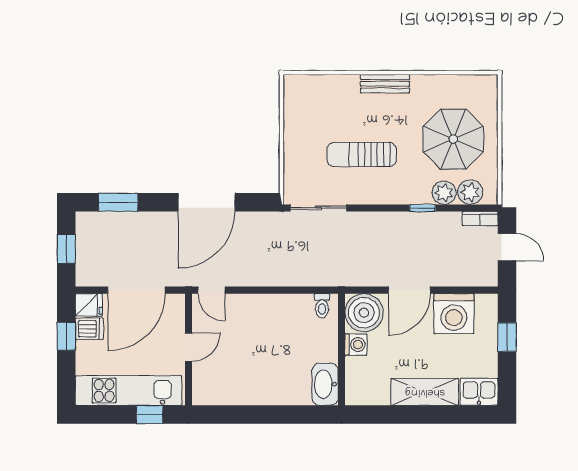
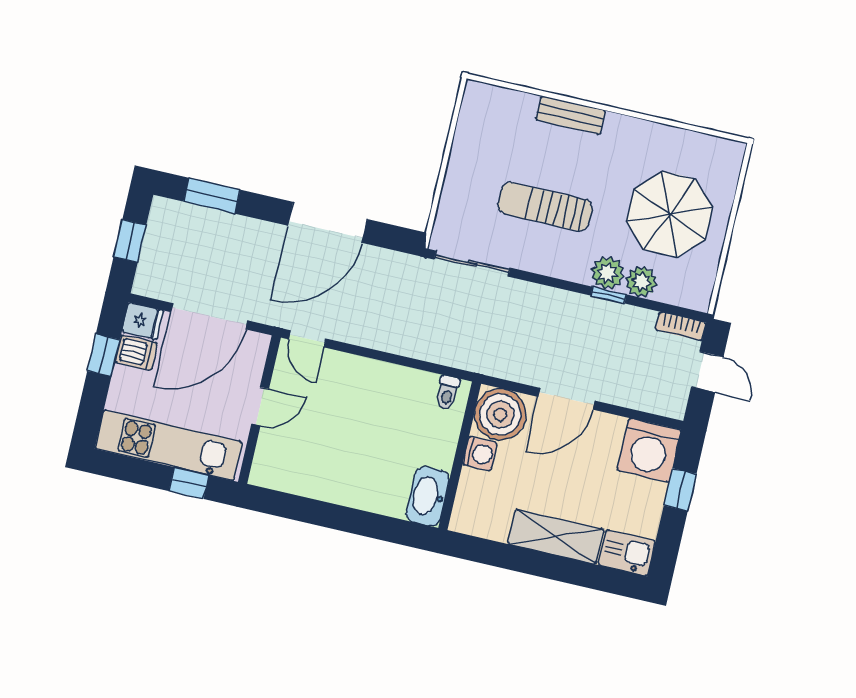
bench: (385, 84) -> (571, 115), moved
plant: (470, 192) -> (607, 273), moved
washing machine: (454, 314) -> (649, 450), moved

